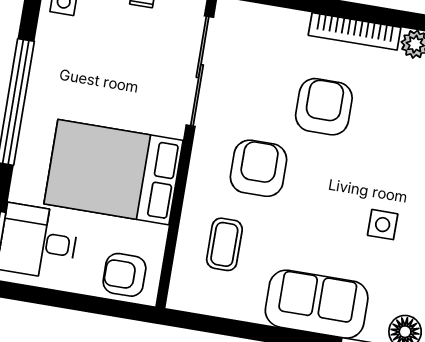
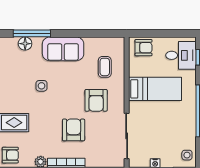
armchair: (324, 107) -> (74, 130), turned 180
bed: (113, 172) -> (155, 89), width x0.67

